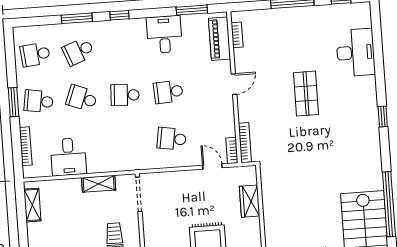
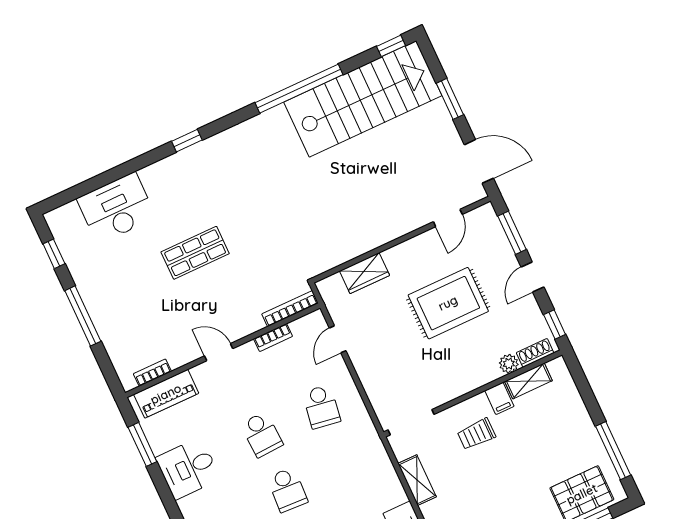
bookcase: (232, 151) -> (273, 337), moved

